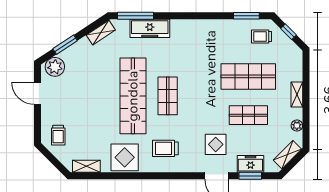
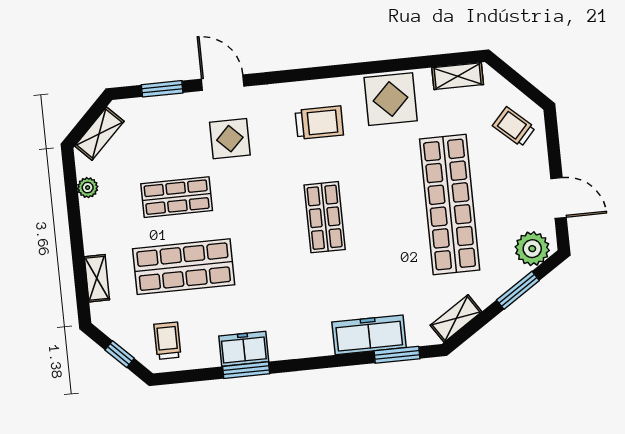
window: (135, 16) -> (397, 355), width x0.69
window: (246, 16) -> (246, 370), moved
trolley: (261, 36) -> (167, 341), turned -90
shelving: (297, 95) -> (97, 278), moved
shop shelf: (133, 96) -> (450, 205), moved
trolley: (58, 135) -> (514, 127), turned -48
freezer: (250, 164) -> (244, 349), moved, turned 180

